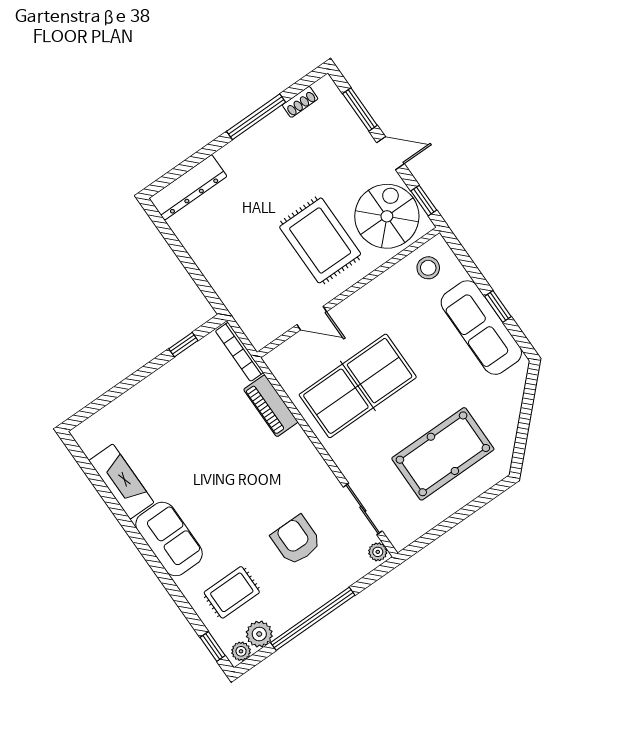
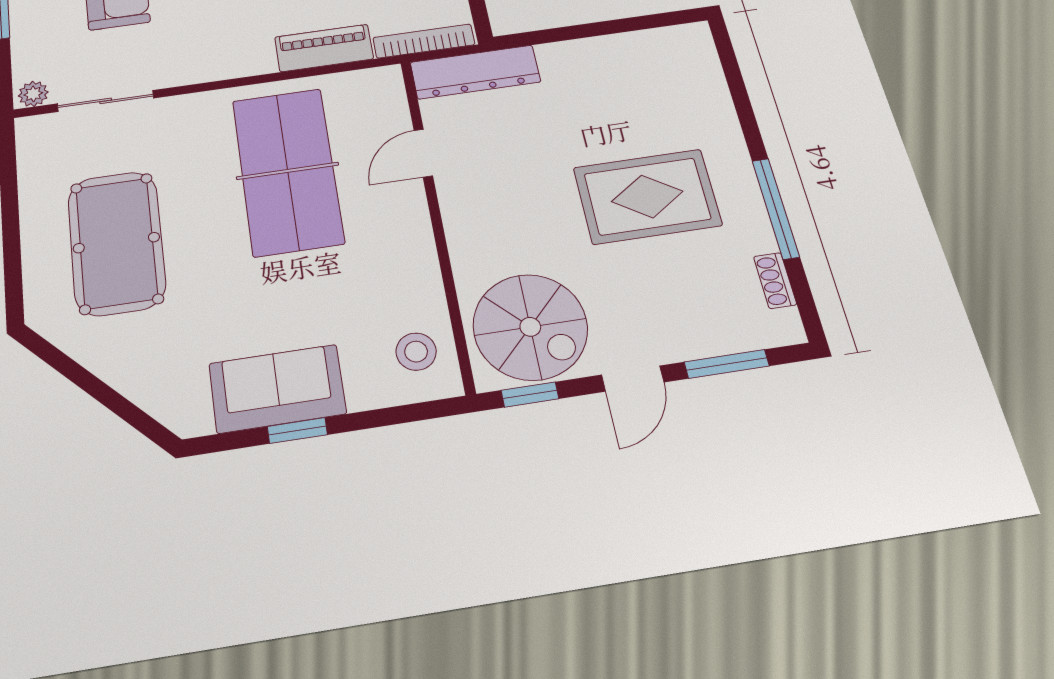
dresser: (188, 187) -> (475, 72), moved, turned -90
rug: (320, 240) -> (647, 196), moved
sofa: (481, 328) -> (277, 389), width x0.73

